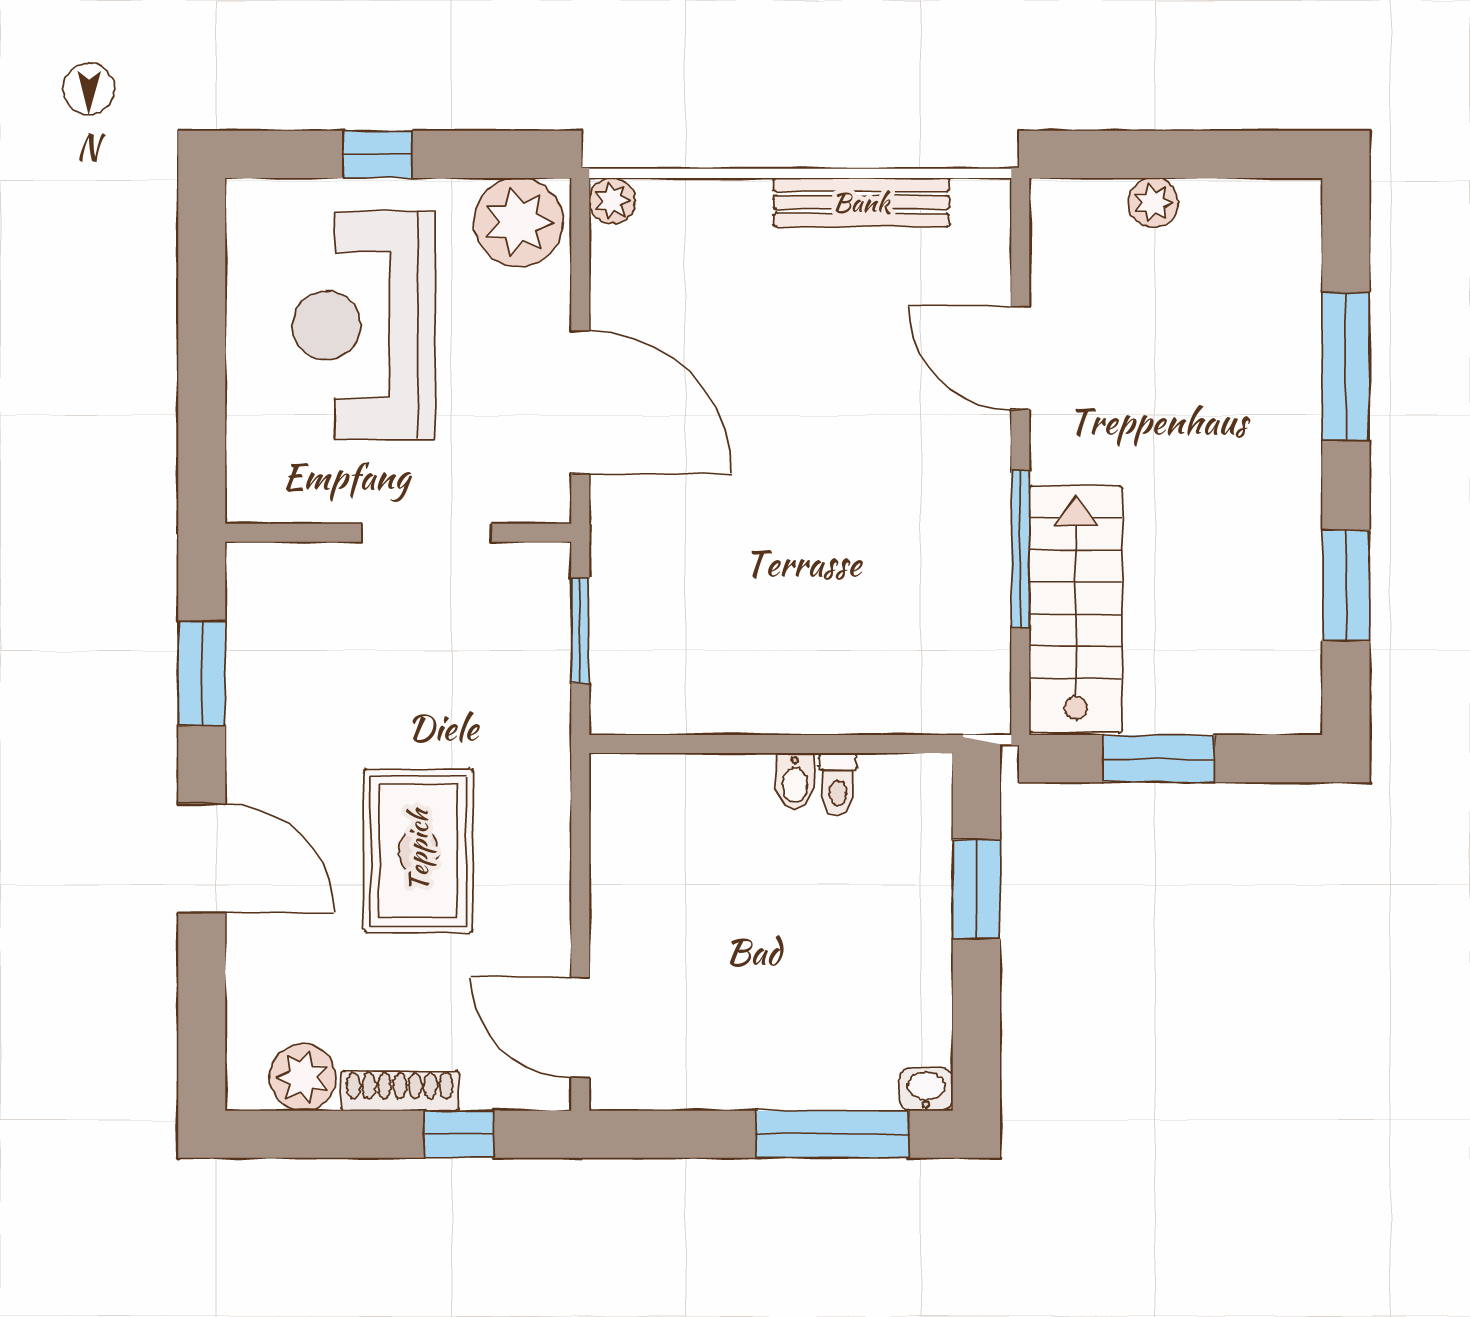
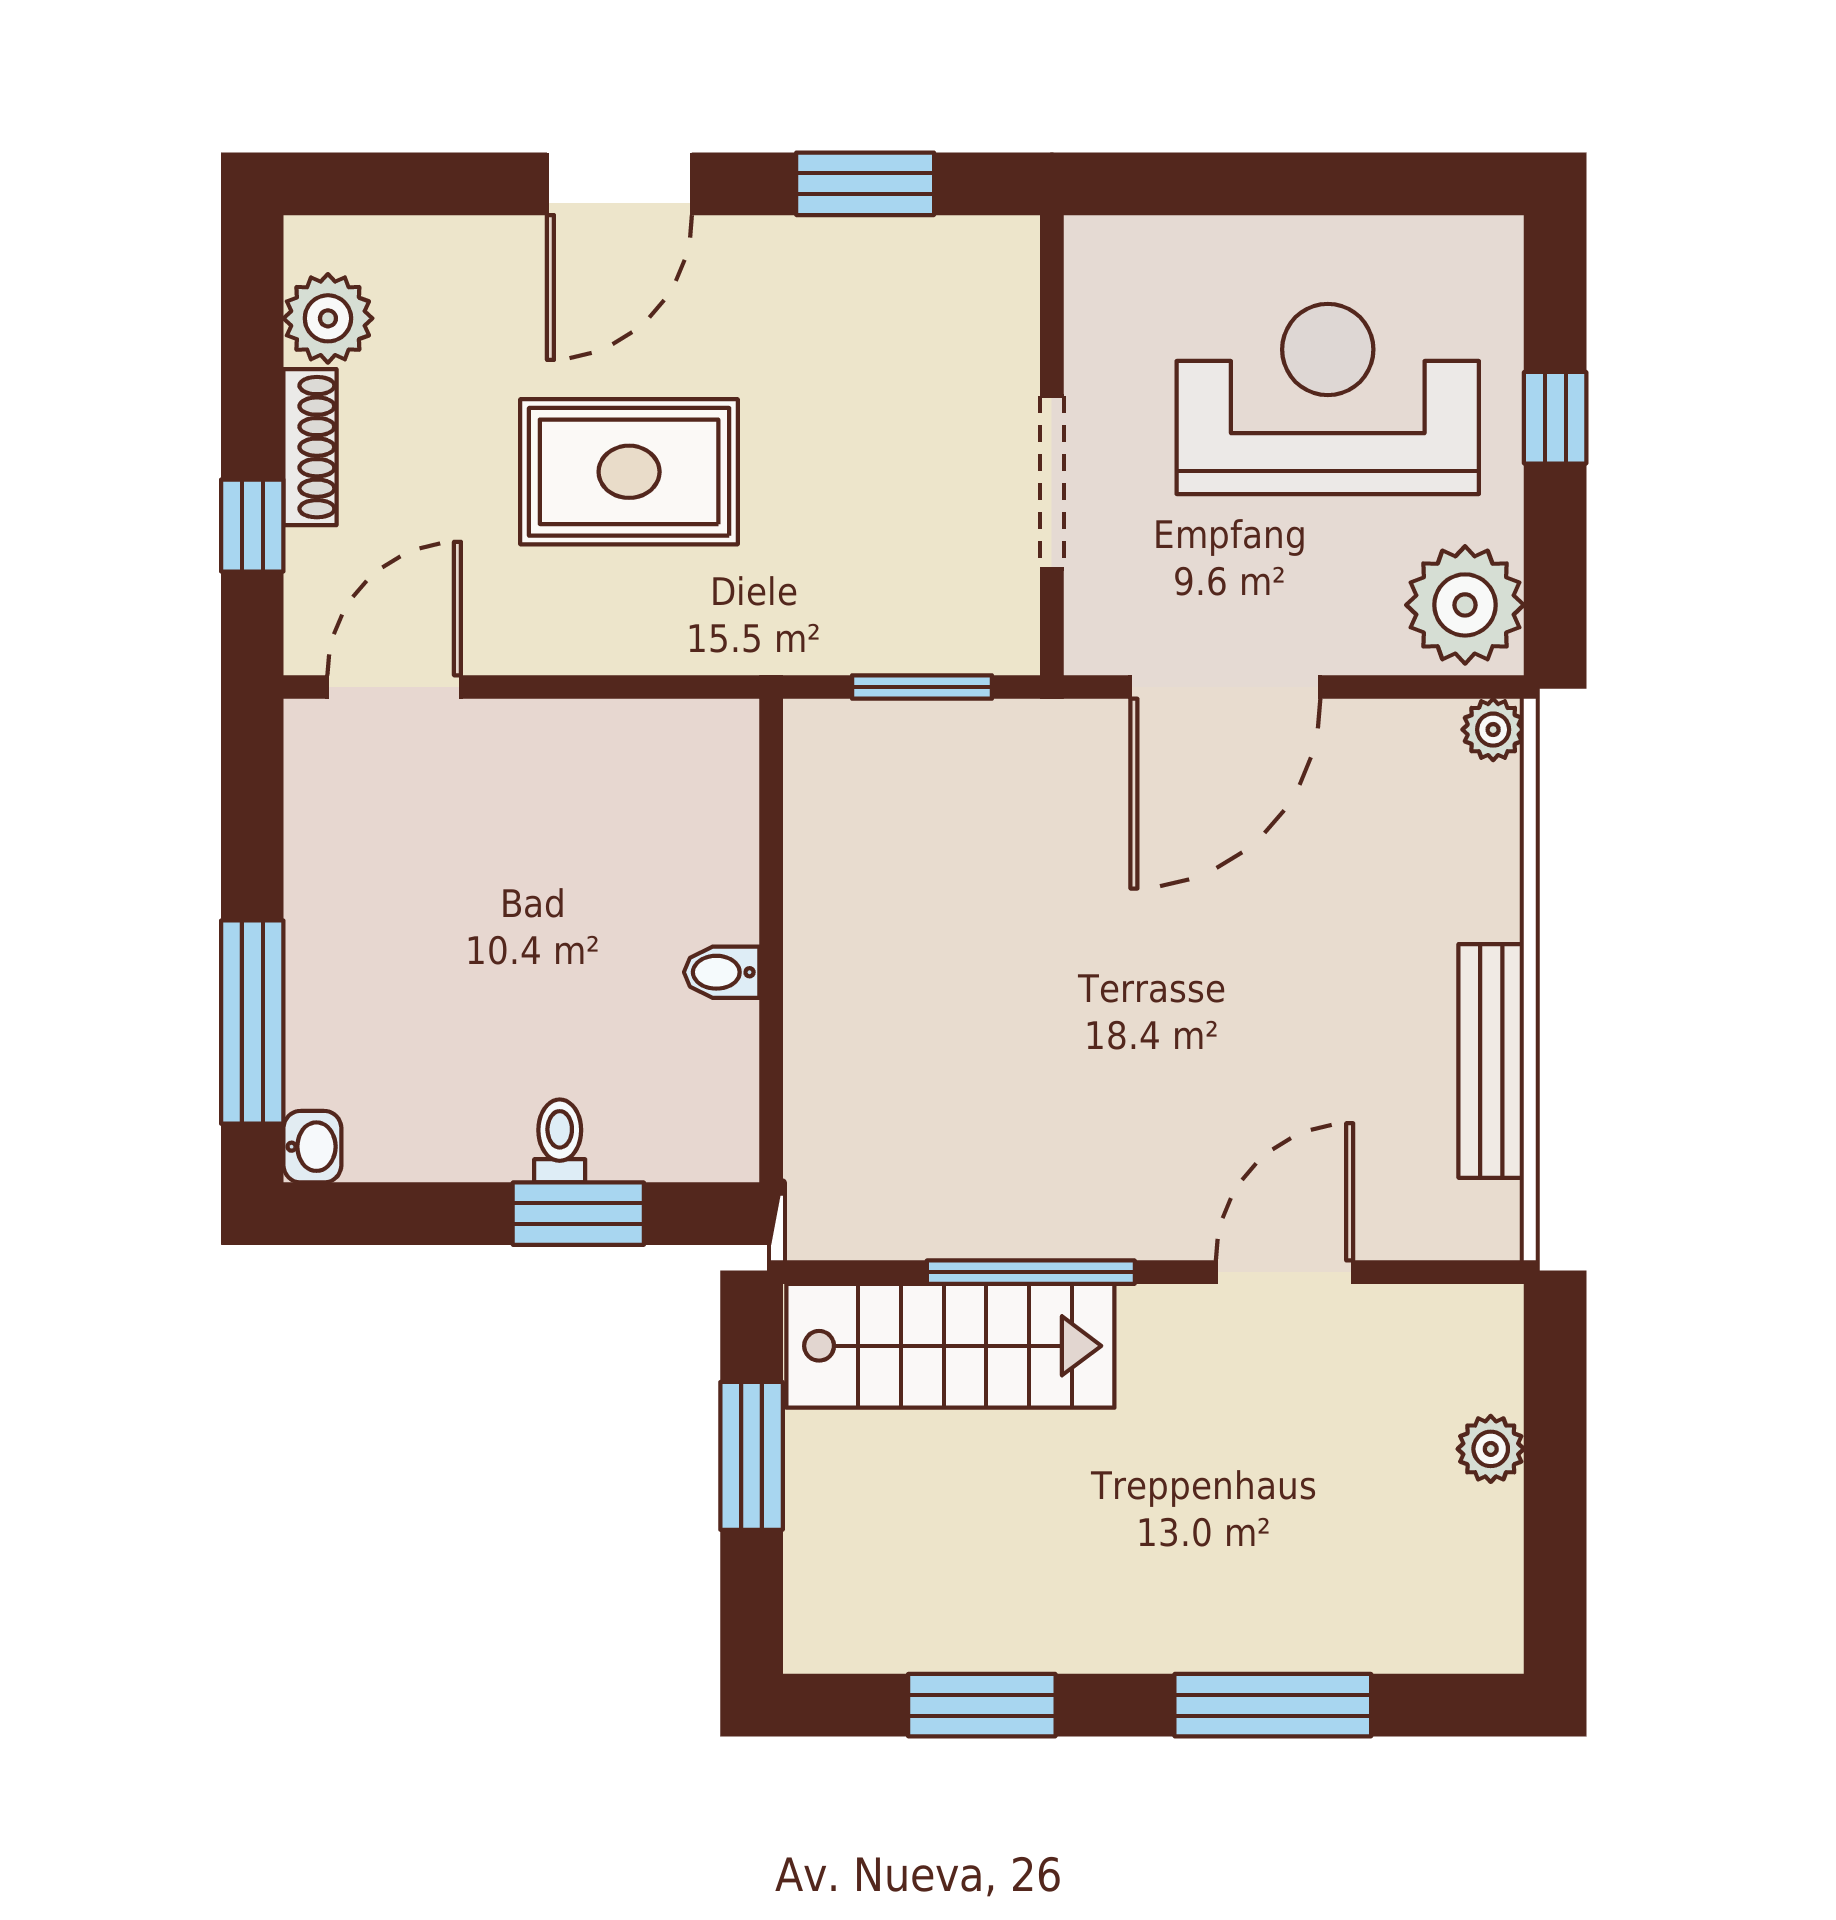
toilet: (838, 784) -> (560, 1141), moved, turned 90

